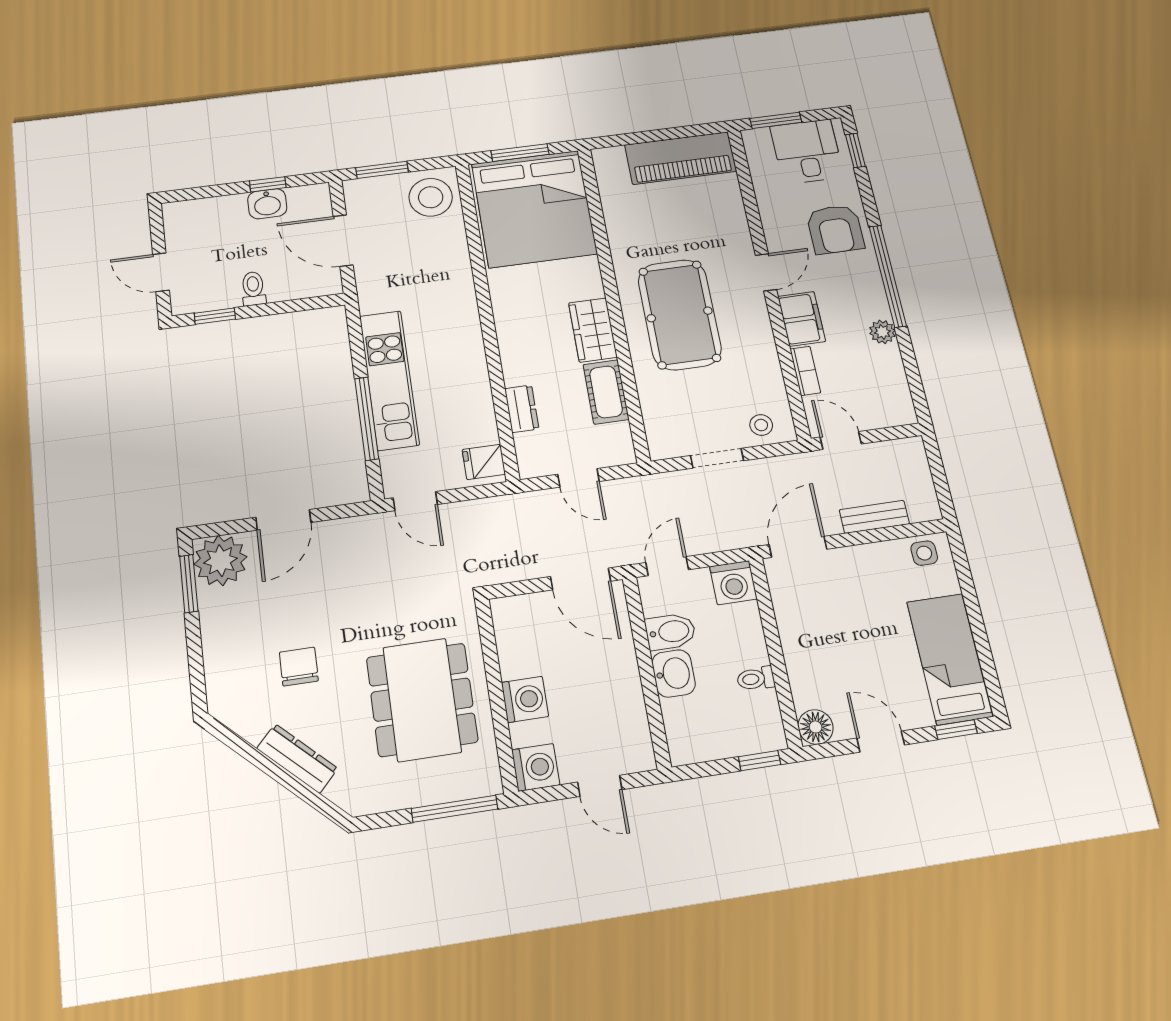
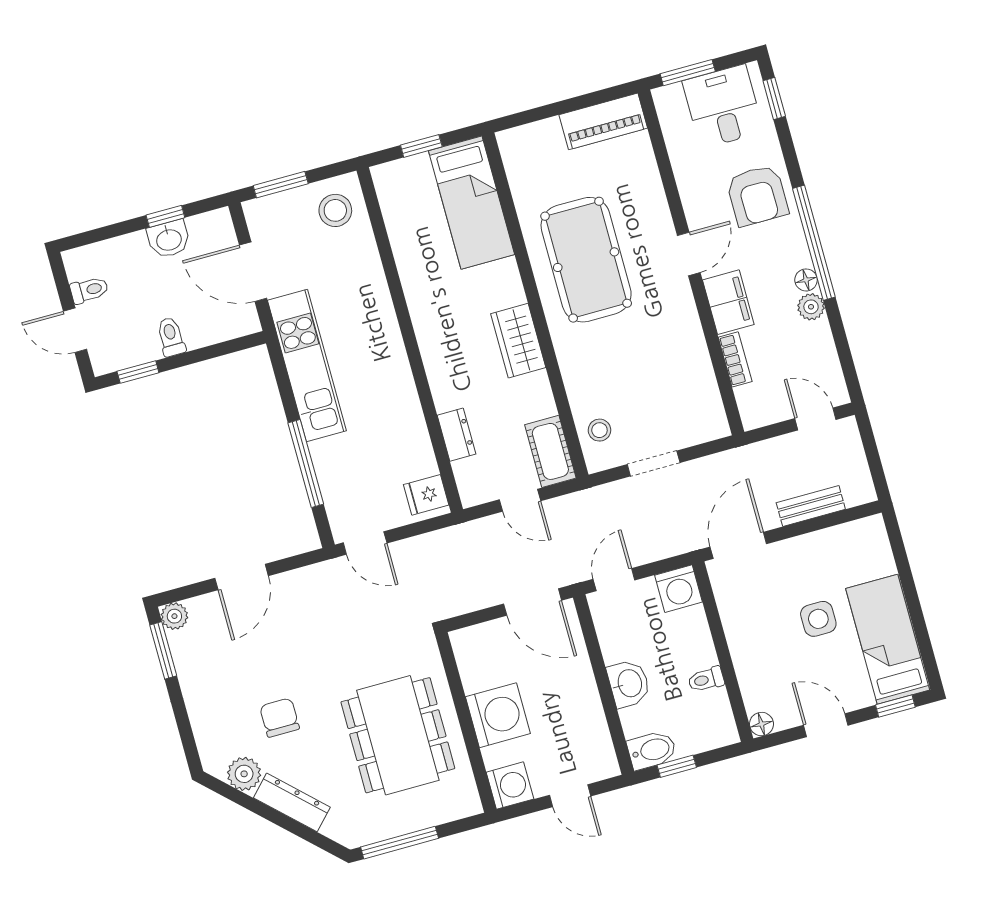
window: (520, 153) -> (421, 146), width x0.67
piano: (681, 158) -> (603, 121), width x0.73, depth x0.75
stool: (431, 197) -> (335, 210), width x0.73, depth x0.73
bed: (534, 209) -> (472, 203), width x0.49
toilet: (182, 239) -> (89, 290), added
floor lamp: (879, 308) -> (806, 280), added
pool table: (680, 314) -> (586, 260), moved
kitchen unit: (389, 380) -> (307, 366), moved
cot: (606, 392) -> (550, 451), moved
stool: (761, 425) -> (599, 430), moved
door: (841, 441) -> (815, 419), moved
side table: (924, 553) -> (818, 619), moved, width x1.37, depth x1.37
plant: (221, 561) -> (174, 616), width x0.53, depth x0.53
bidet: (670, 632) -> (652, 750), moved
washing machine: (525, 699) -> (498, 715), width x1.37, depth x1.37
plant: (251, 722) -> (244, 774), added
floor lamp: (816, 727) -> (761, 724), width x0.73, depth x0.73
window: (760, 761) -> (677, 766), moved
window: (455, 809) -> (400, 843), moved

